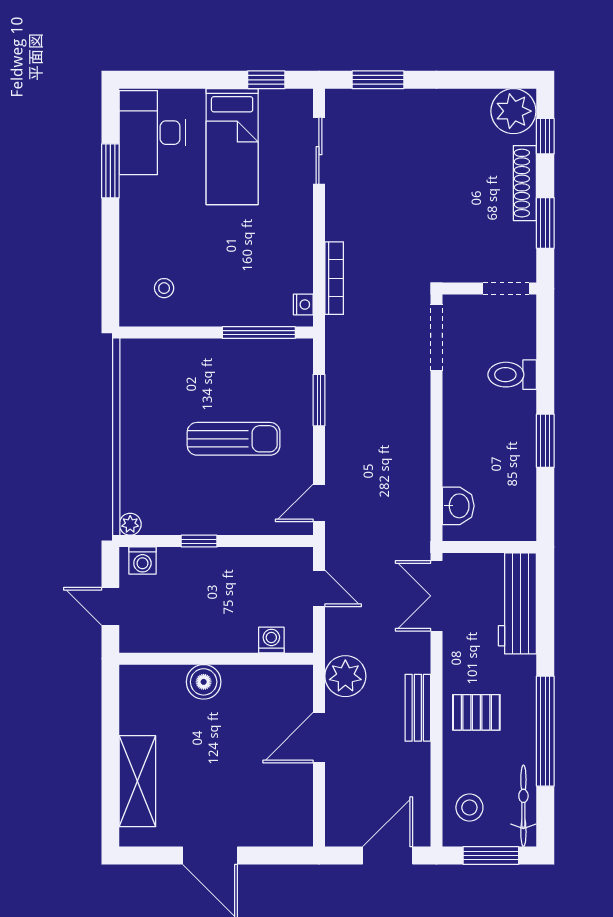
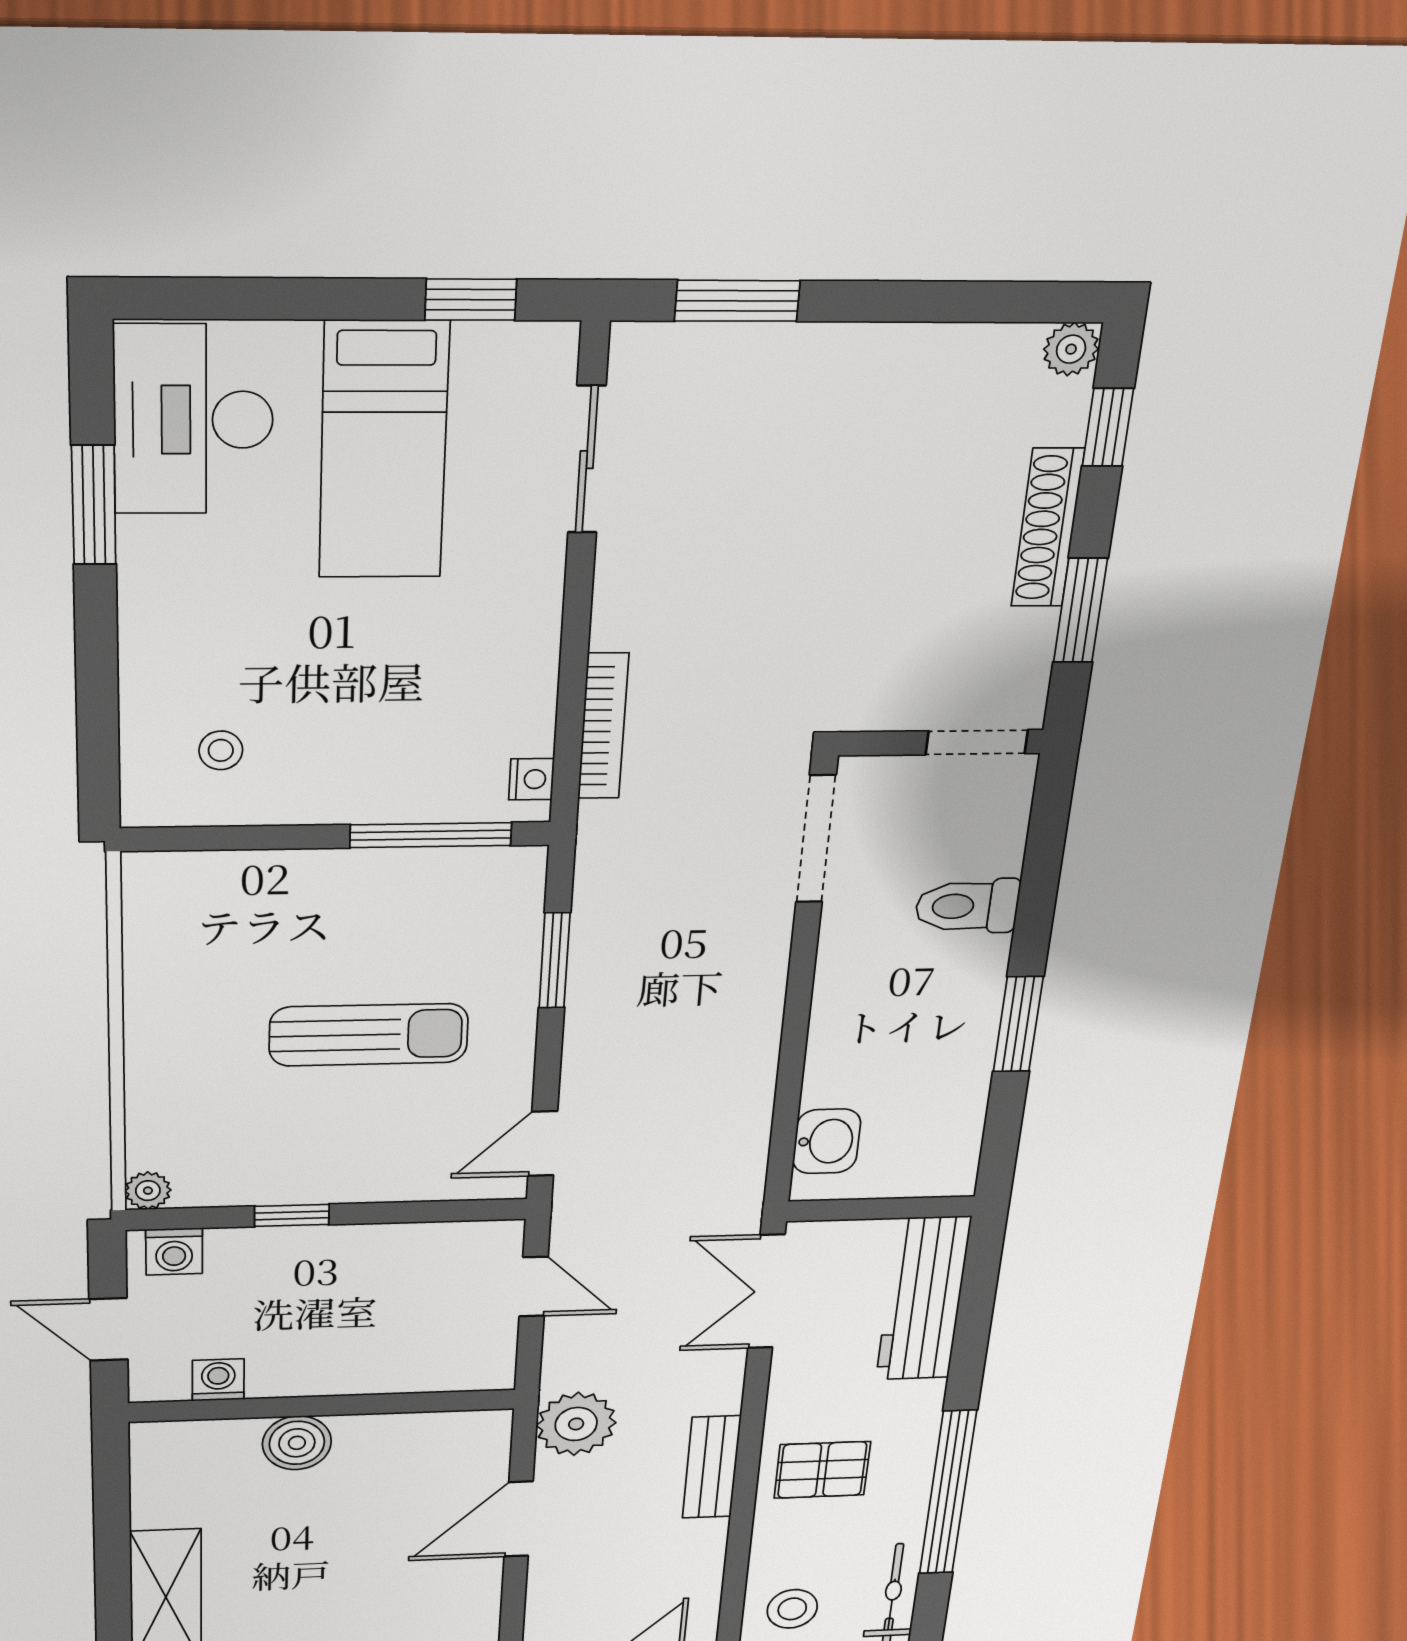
plant: (513, 111) -> (1071, 349), width x0.53, depth x0.53
washing machine: (271, 640) -> (218, 1380), moved

